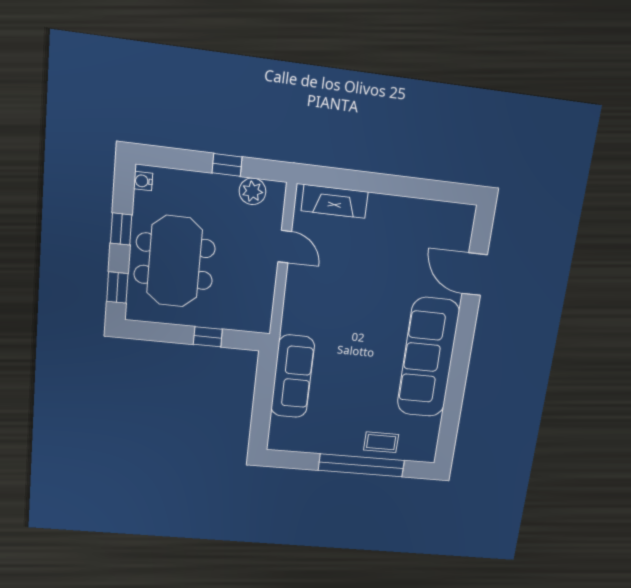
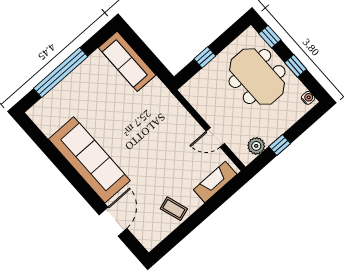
door: (475, 274) -> (113, 222), hinge flipped
sofa: (293, 376) -> (127, 61), moved
coffee table: (381, 442) -> (174, 209), moved, turned 72

